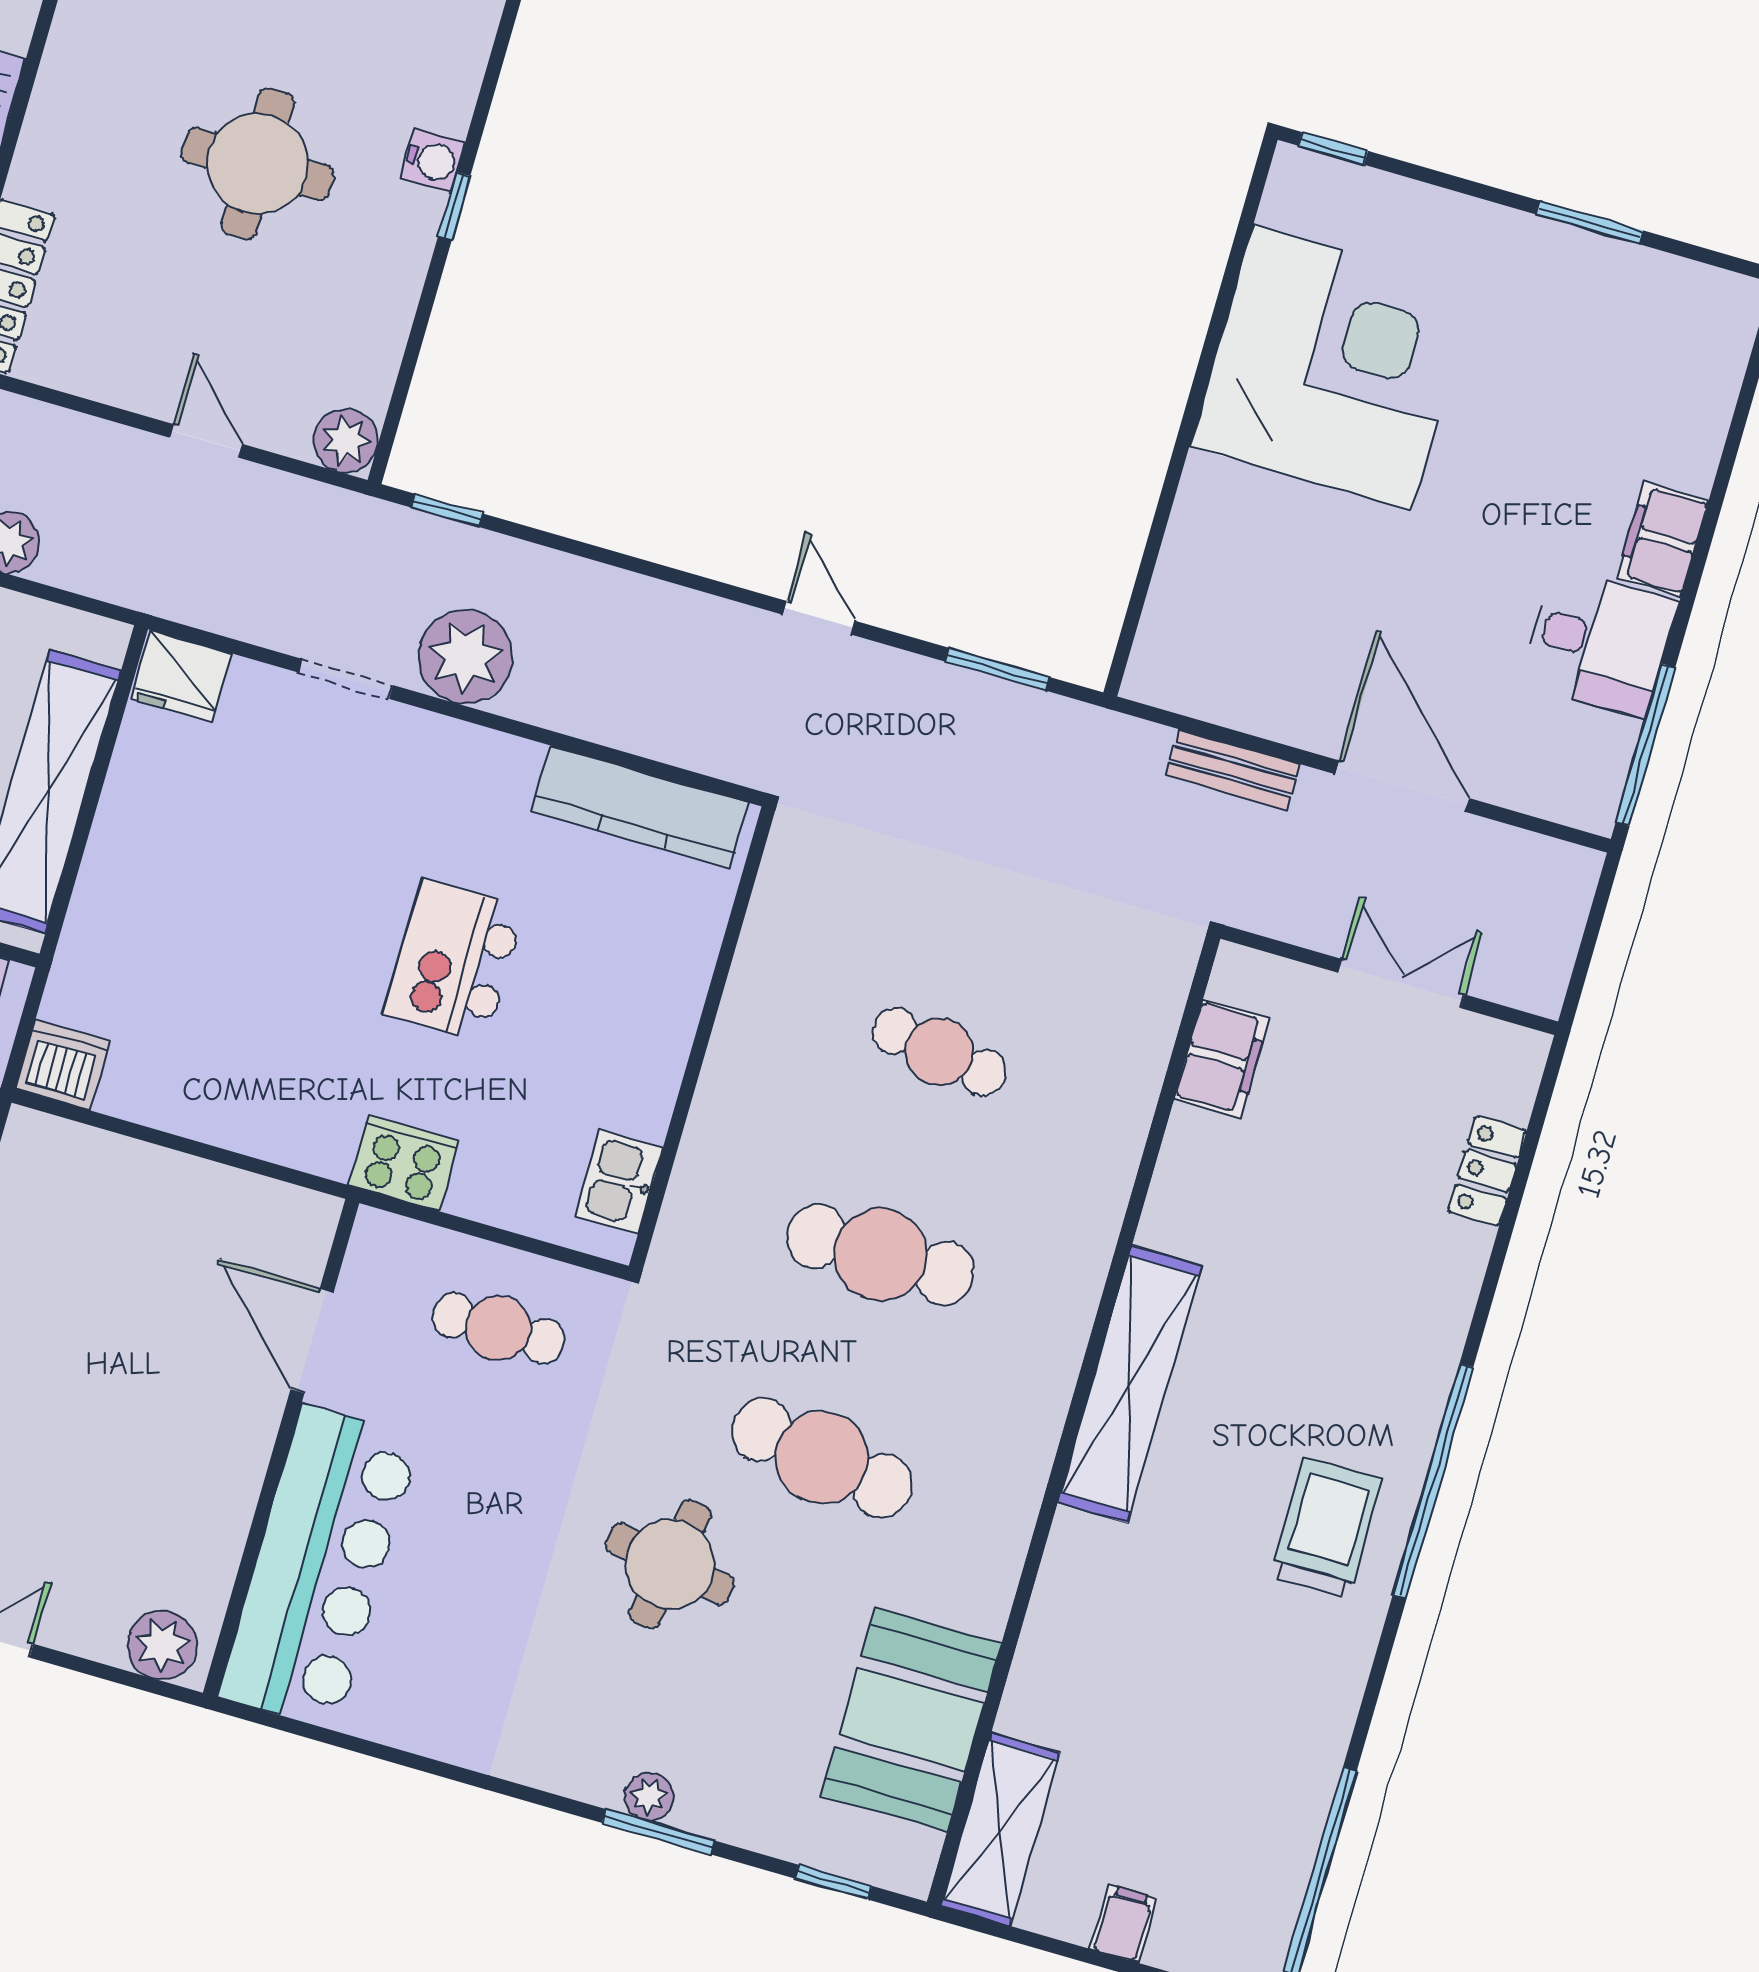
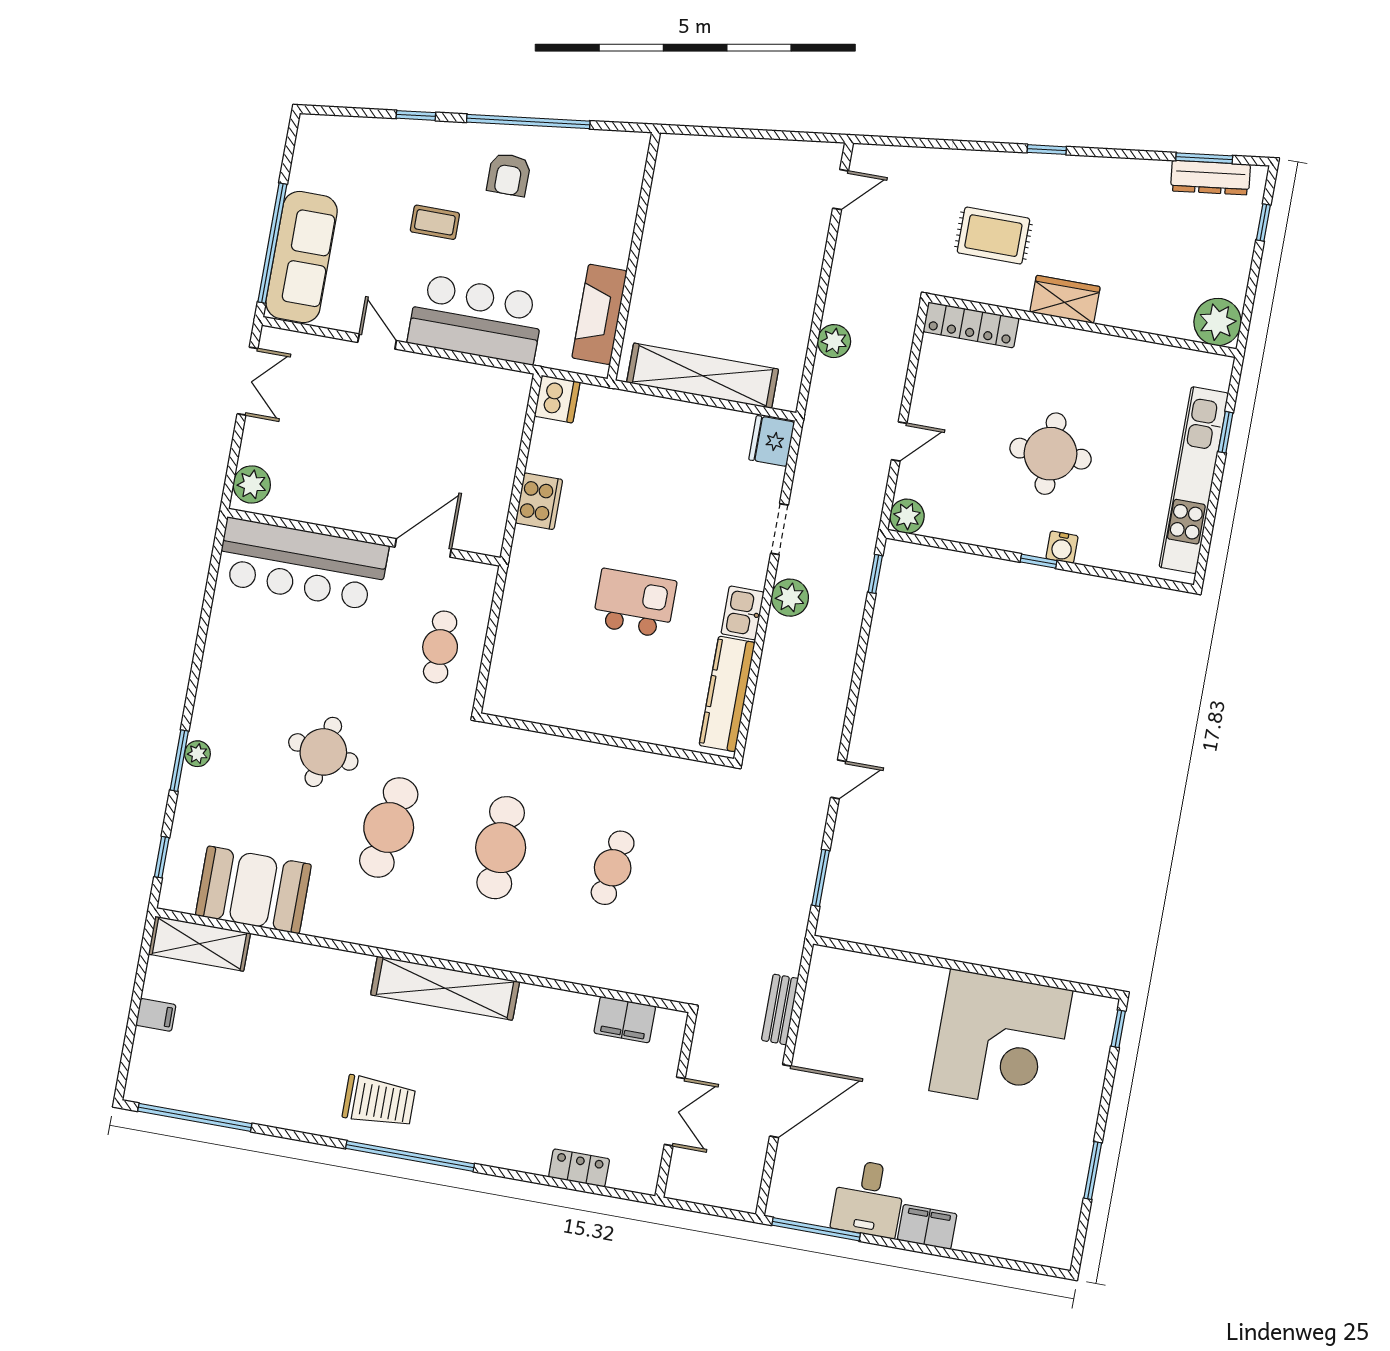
plant: (465, 657) -> (790, 598), width x0.73, depth x0.73
cooker: (404, 1163) -> (539, 501), moved
kitchen sink: (619, 1182) -> (743, 613), moved, turned -90

